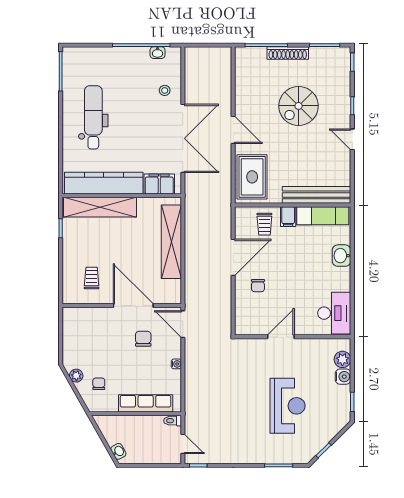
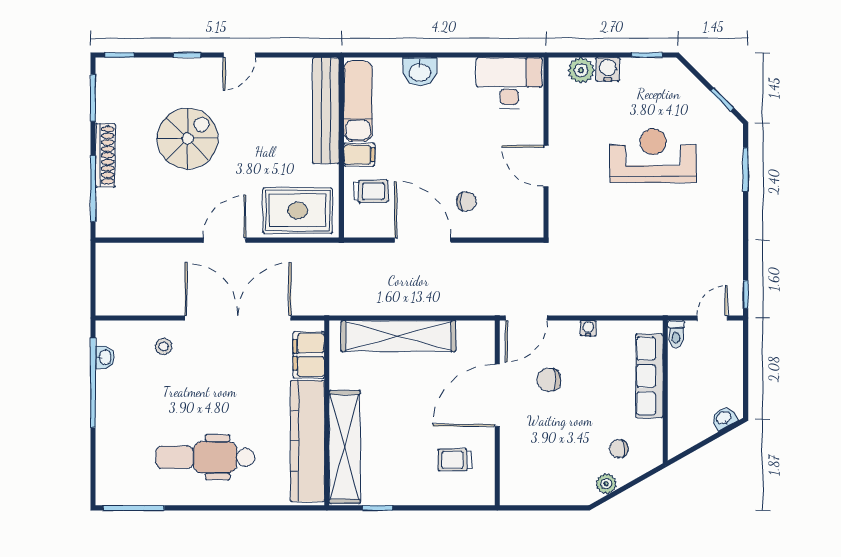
spiral stairs: (299, 106) -> (188, 139), turned -90

